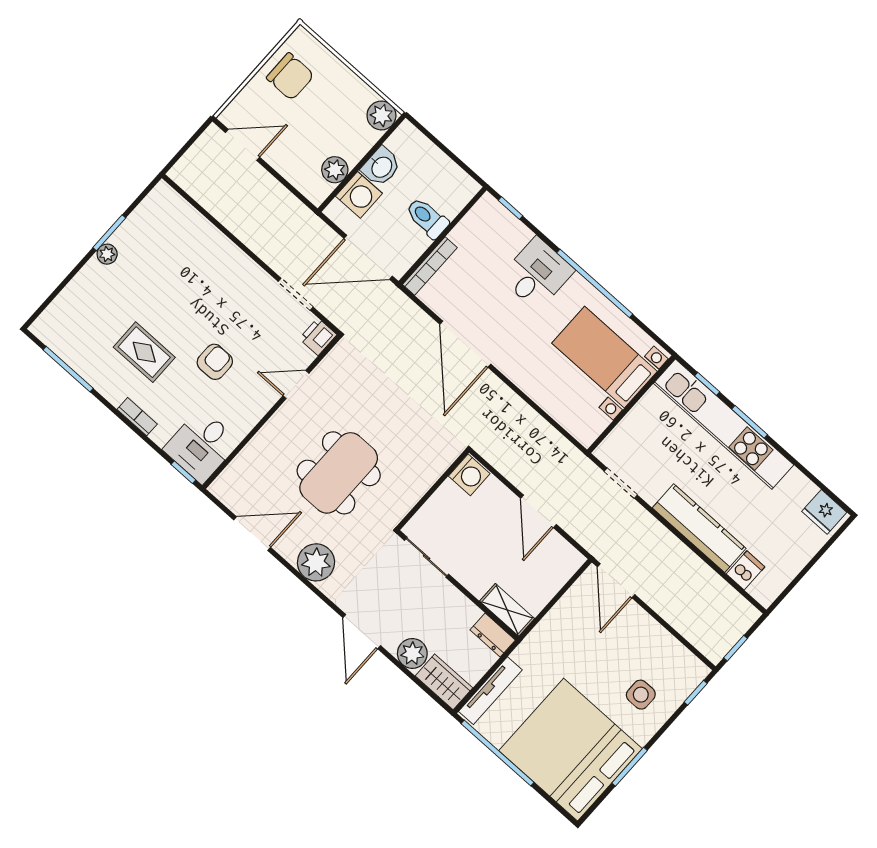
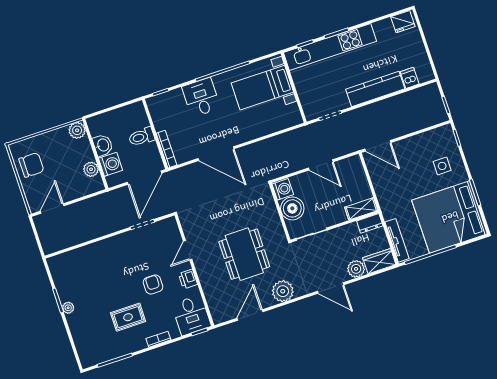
printer: (318, 337) -> (188, 279), moved
boiler: (449, 506) -> (292, 208), added

